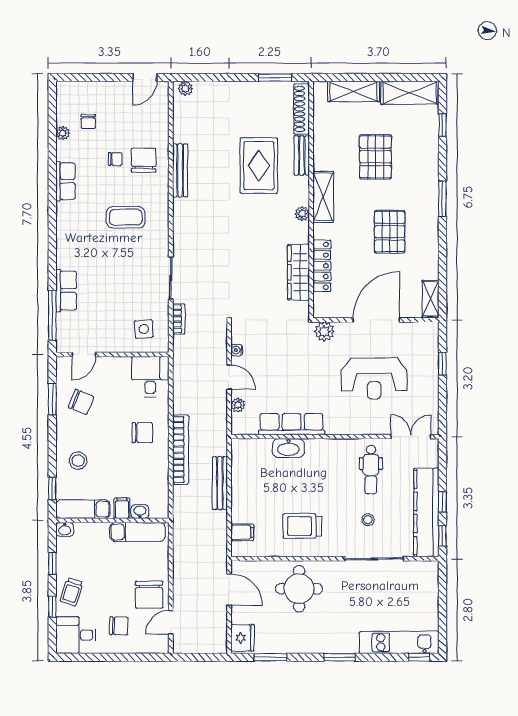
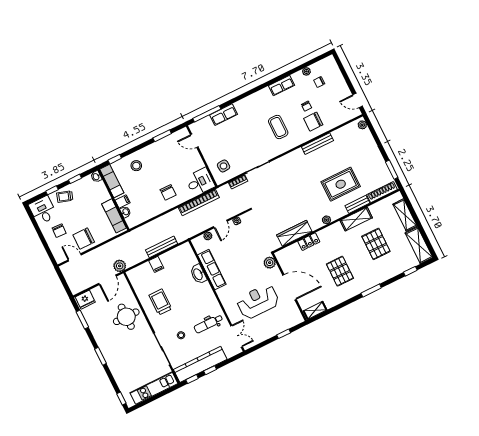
pallet: (375, 157) -> (376, 244), turned 90
chair: (144, 160) -> (313, 122), turned 180
shelving: (323, 197) -> (356, 219), moved
pallet: (390, 232) -> (340, 271), turned 90
locker: (322, 266) -> (309, 242), width x0.66
reception desk: (374, 378) -> (258, 301), turned 90
chair: (81, 402) -> (168, 152), removed
bookcase: (181, 450) -> (199, 203), moved
filing cabinet: (242, 532) -> (156, 264), moved
plant: (217, 561) -> (120, 266), added
kitchen unit: (399, 642) -> (154, 388), moved, turned -90

